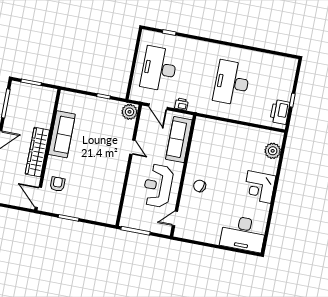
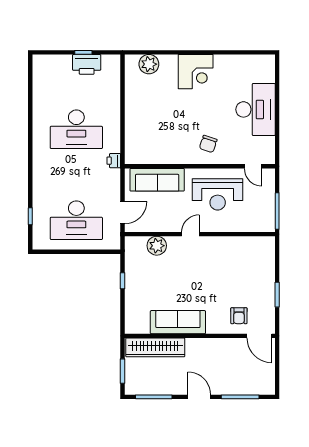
printer: (181, 104) -> (114, 161), moved
plant: (129, 112) -> (157, 246), moved
printer: (280, 112) -> (87, 64), moved
door: (132, 147) -> (190, 234), moved
wardrobe: (37, 152) -> (155, 347), moved
armchair: (58, 184) -> (239, 316), turned -90
door: (38, 197) -> (259, 336), hinge flipped
desk: (243, 234) -> (256, 109), moved

